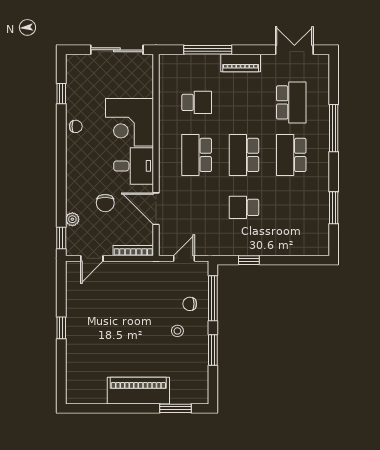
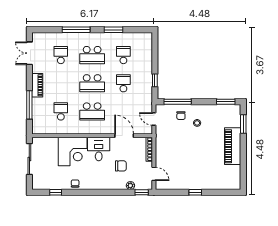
school desk: (291, 102) -> (61, 55), width x0.54
school desk: (244, 207) -> (123, 83), turned 180
school desk: (291, 207) -> (123, 55), added
window: (334, 208) -> (113, 30), moved
door: (156, 209) -> (124, 136), swing flipped
window: (213, 350) -> (226, 102), moved

